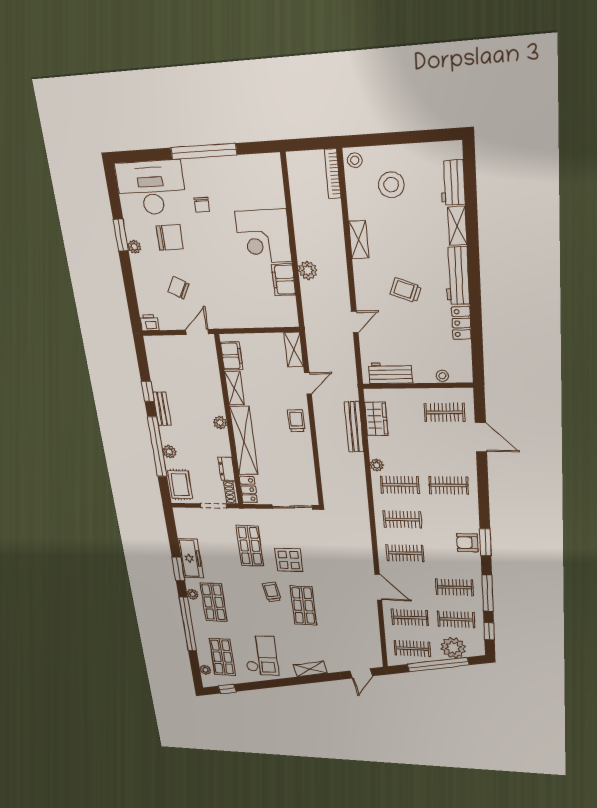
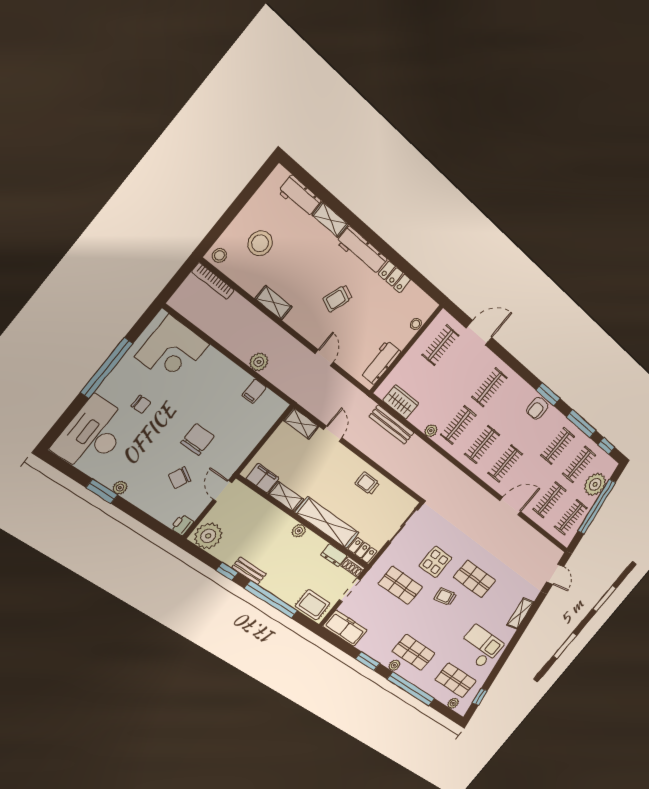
chair: (170, 237) -> (198, 440), moved
corner desk: (263, 237) -> (172, 351), moved
filing cabinet: (284, 280) -> (254, 391), width x0.50
trolley: (296, 421) -> (367, 483), moved
plant: (169, 452) -> (208, 536), moved, width x1.87, depth x1.87
freezer: (191, 558) -> (345, 628), moved

